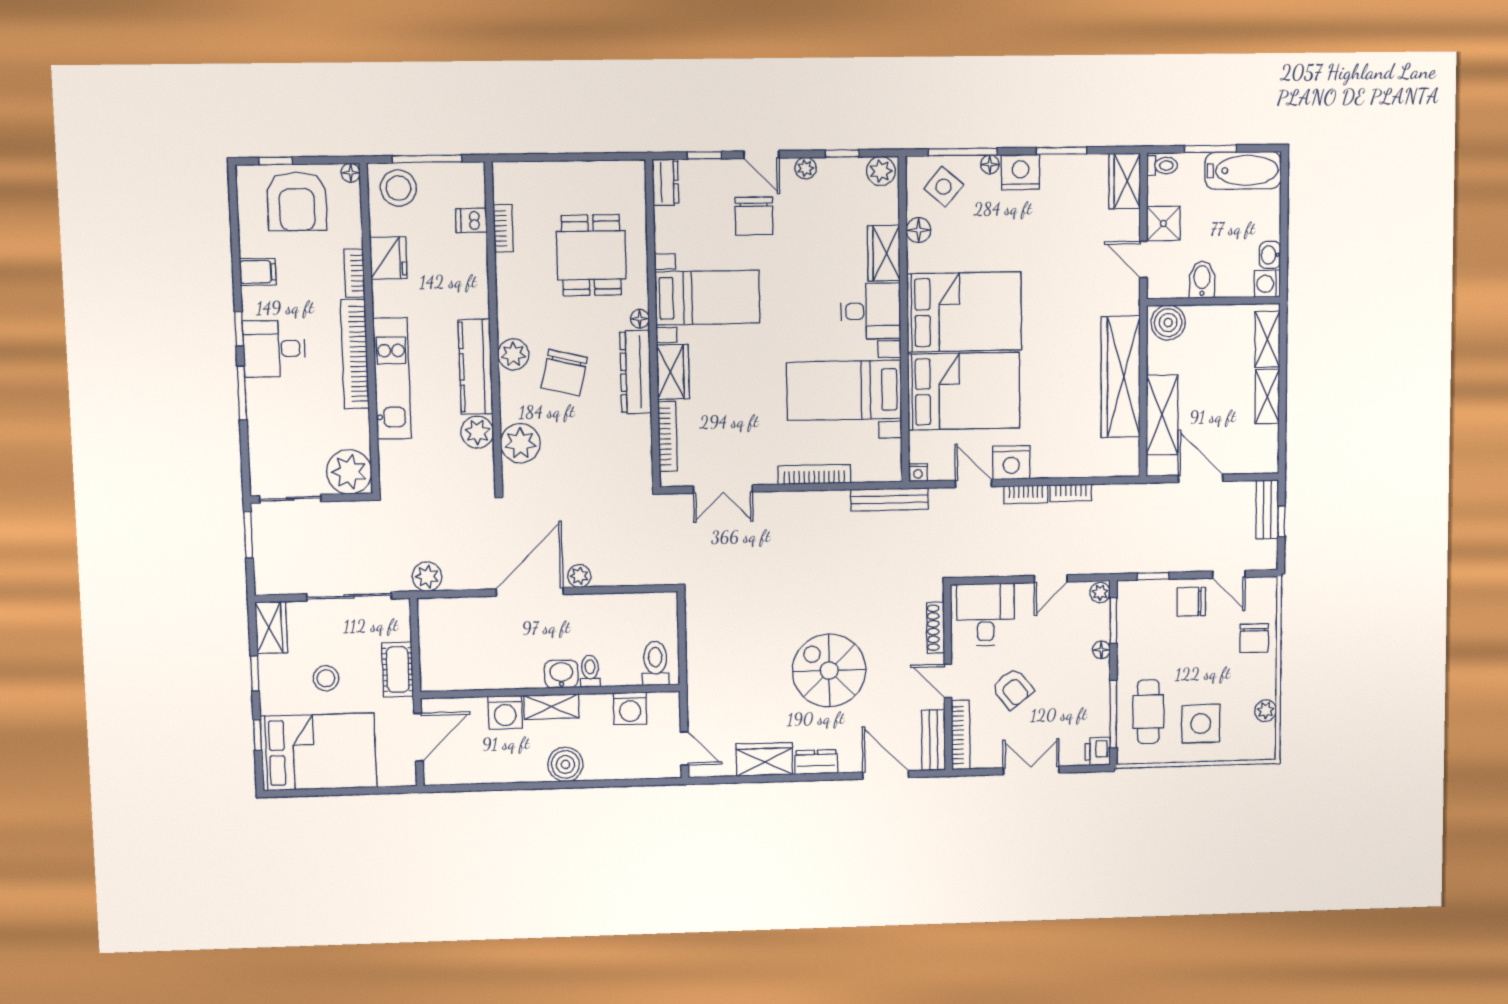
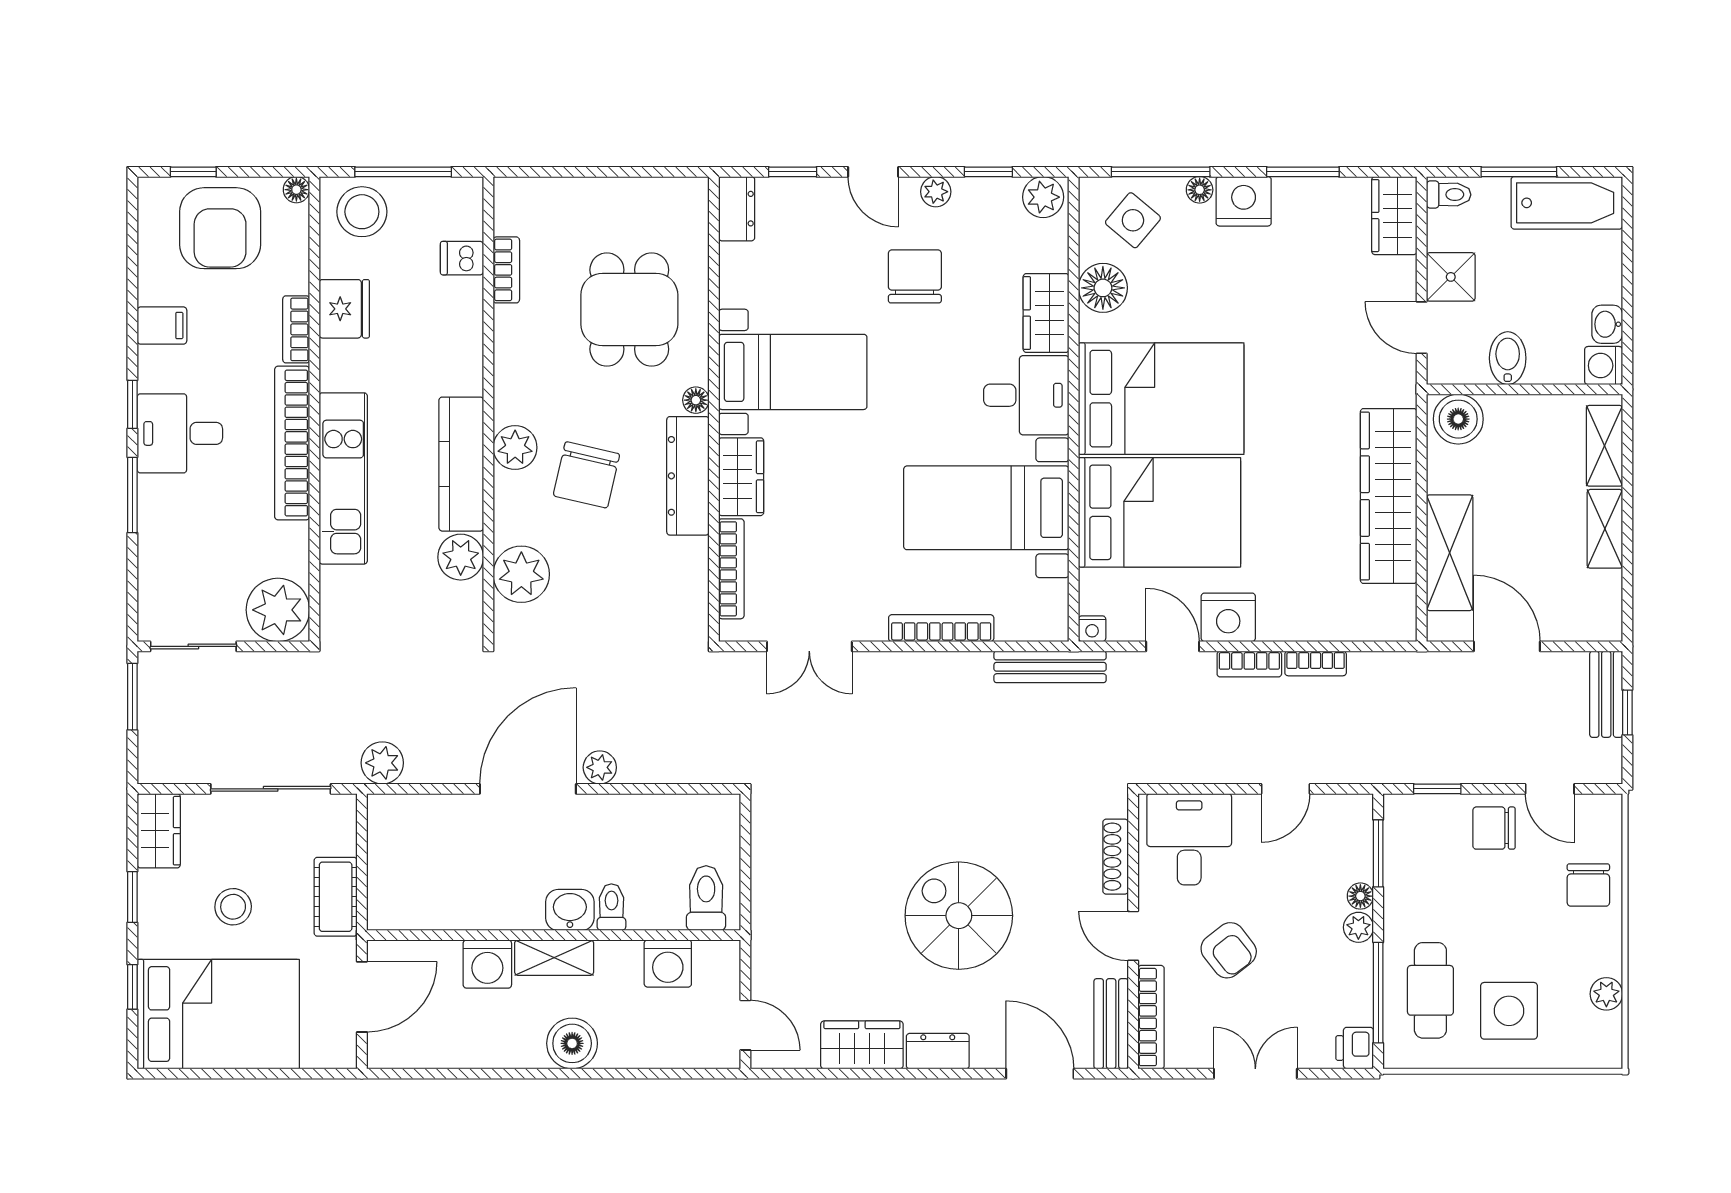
chair: (754, 216) -> (915, 276), moved, turned 180
floor lamp: (919, 230) -> (1103, 288), width x1.38, depth x1.38
plant: (1100, 592) -> (1358, 927), moved

